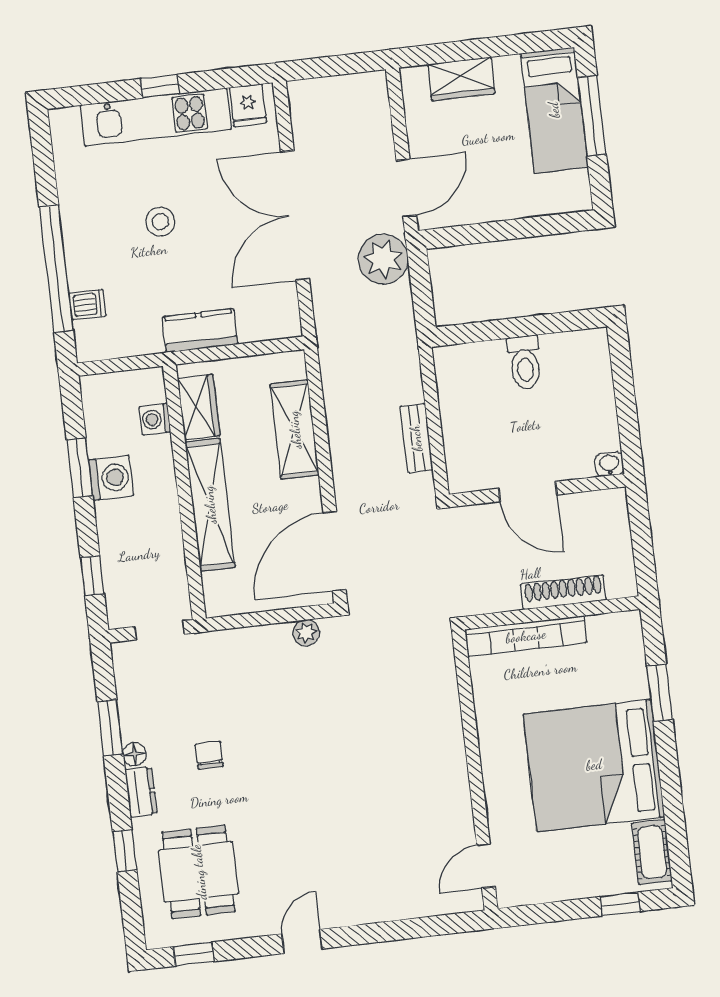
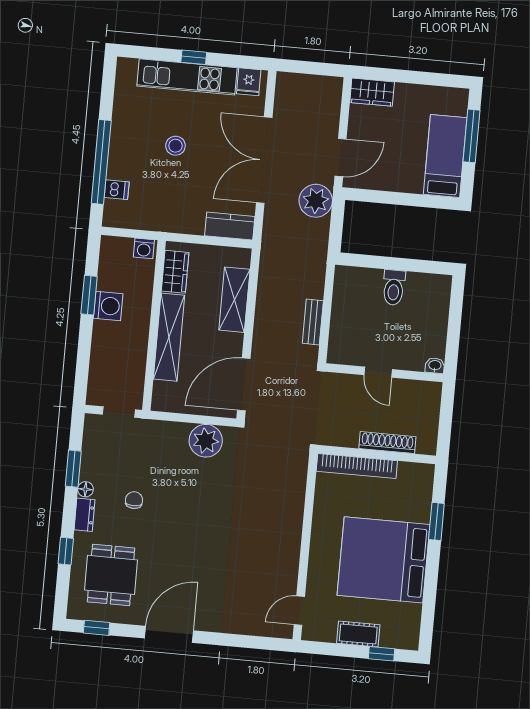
wardrobe: (461, 79) -> (372, 92), moved
bed: (554, 110) -> (445, 156), moved, turned 180
kitchen counter: (200, 331) -> (230, 226), moved
washing machine: (155, 419) -> (144, 248), moved, turned -90
door: (528, 492) -> (378, 372), width x0.73
window: (92, 576) -> (83, 367), removed
plant: (306, 633) -> (206, 441), width x1.88, depth x1.88
cot: (652, 852) -> (358, 634), moved, turned 90
door: (302, 941) -> (169, 634), width x1.88

